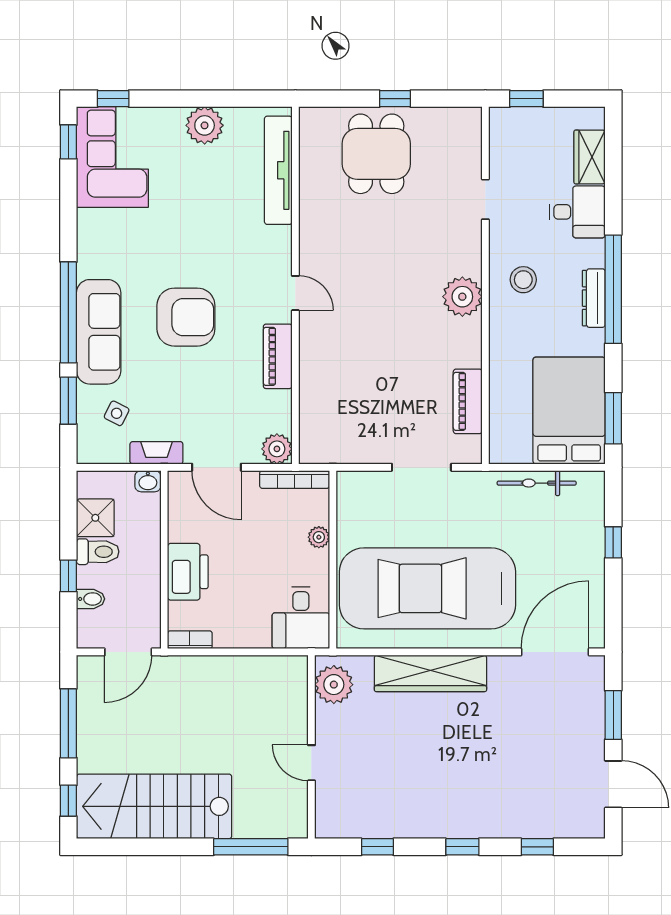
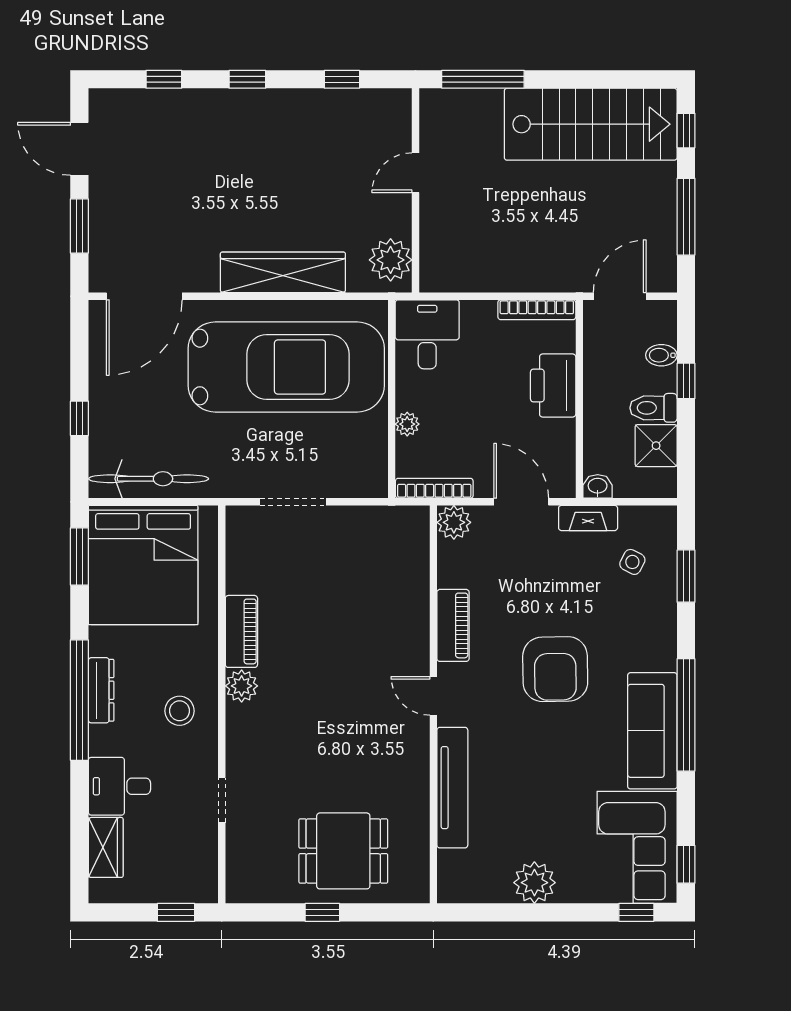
dining table: (376, 154) -> (343, 851), turned 90
tv unit: (278, 170) -> (452, 788), moved
plant: (462, 297) -> (242, 686), width x0.73, depth x0.73
window: (68, 312) -> (686, 715), moved
armchair: (186, 317) -> (555, 669), turned -91
sofa: (99, 332) -> (652, 731), moved
piano: (468, 401) -> (241, 631), moved
bed: (569, 411) -> (143, 565), width x1.36
bicycle: (537, 483) -> (149, 479), width x1.37, depth x1.40
bookcase: (190, 640) -> (537, 310), width x1.56
door: (311, 763) -> (415, 173), swing flipped

